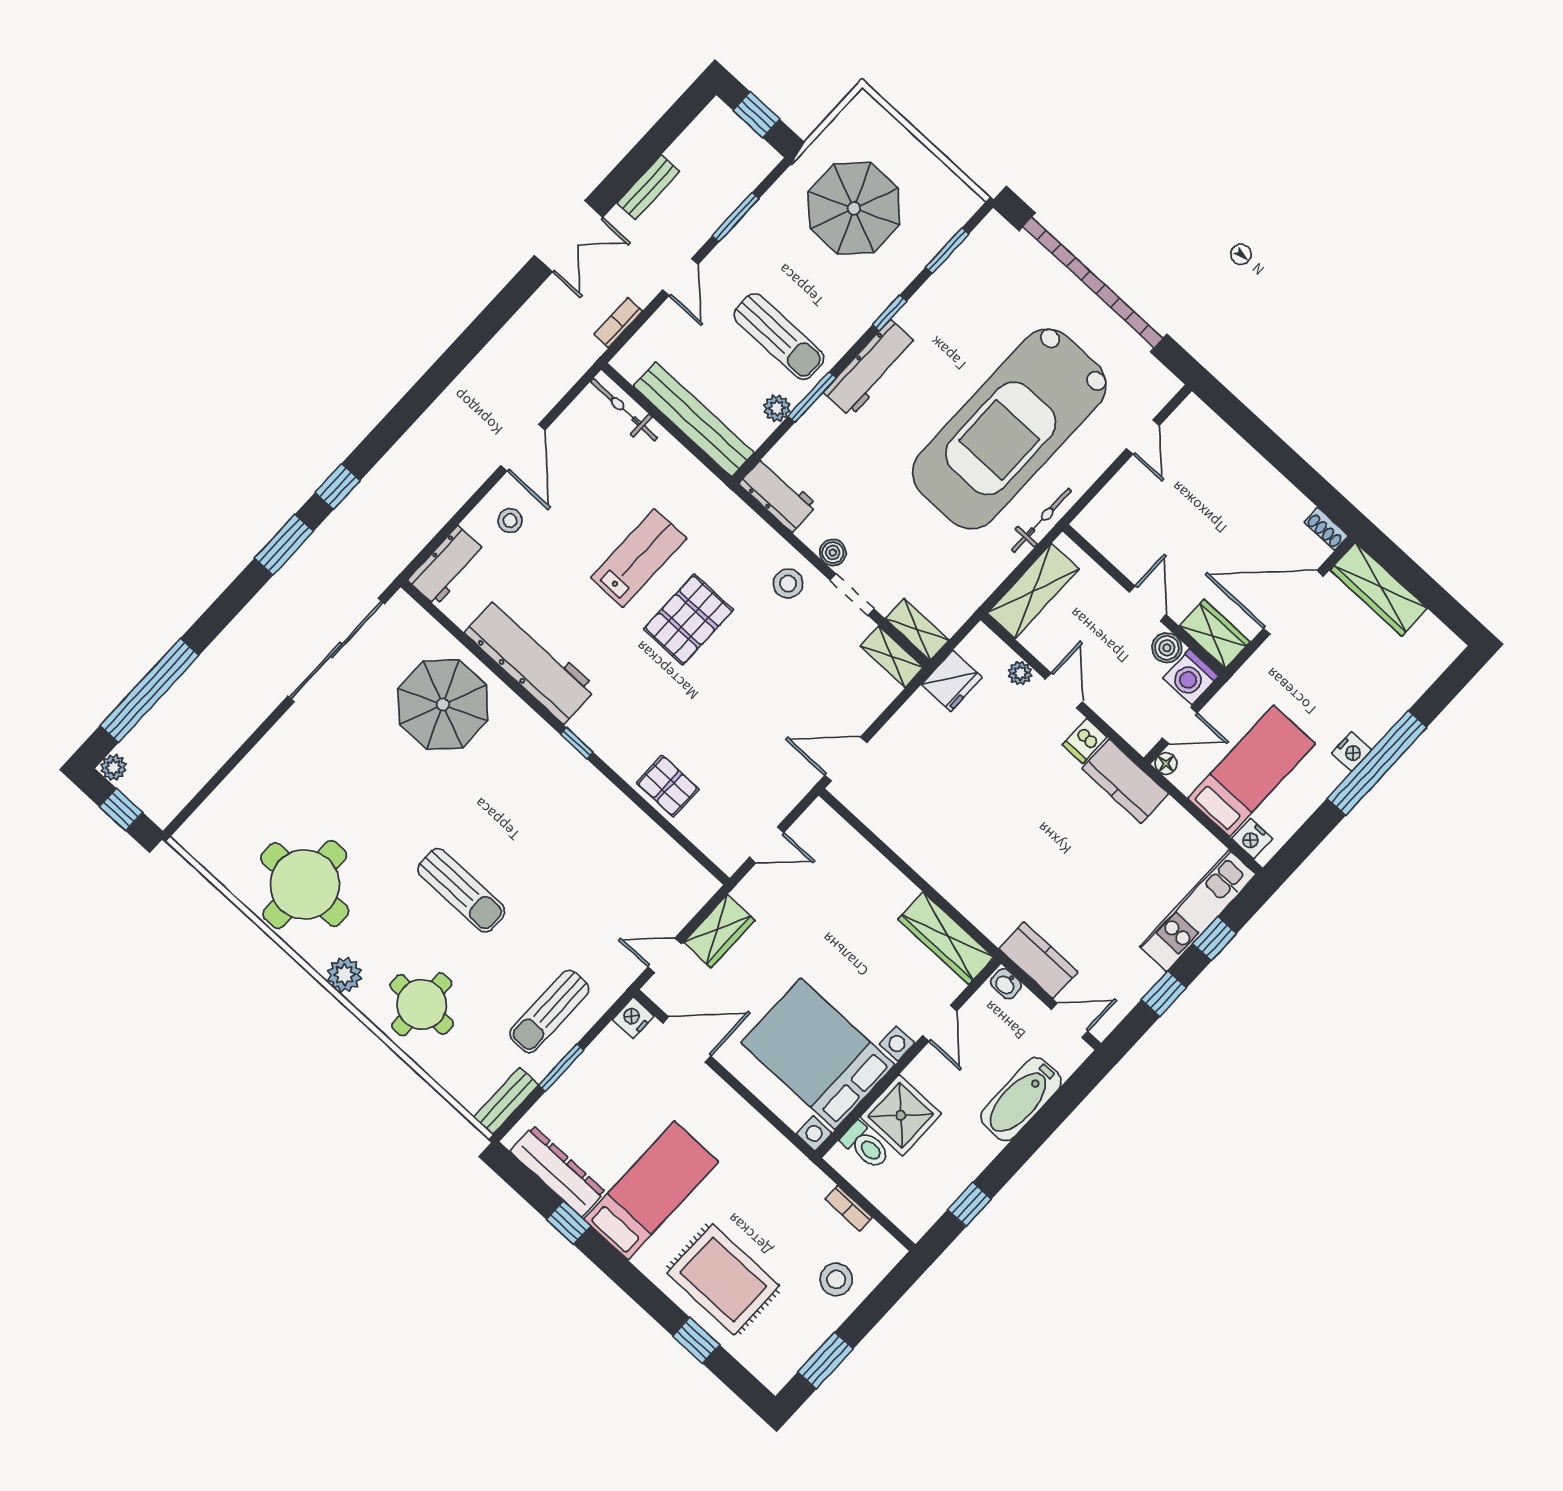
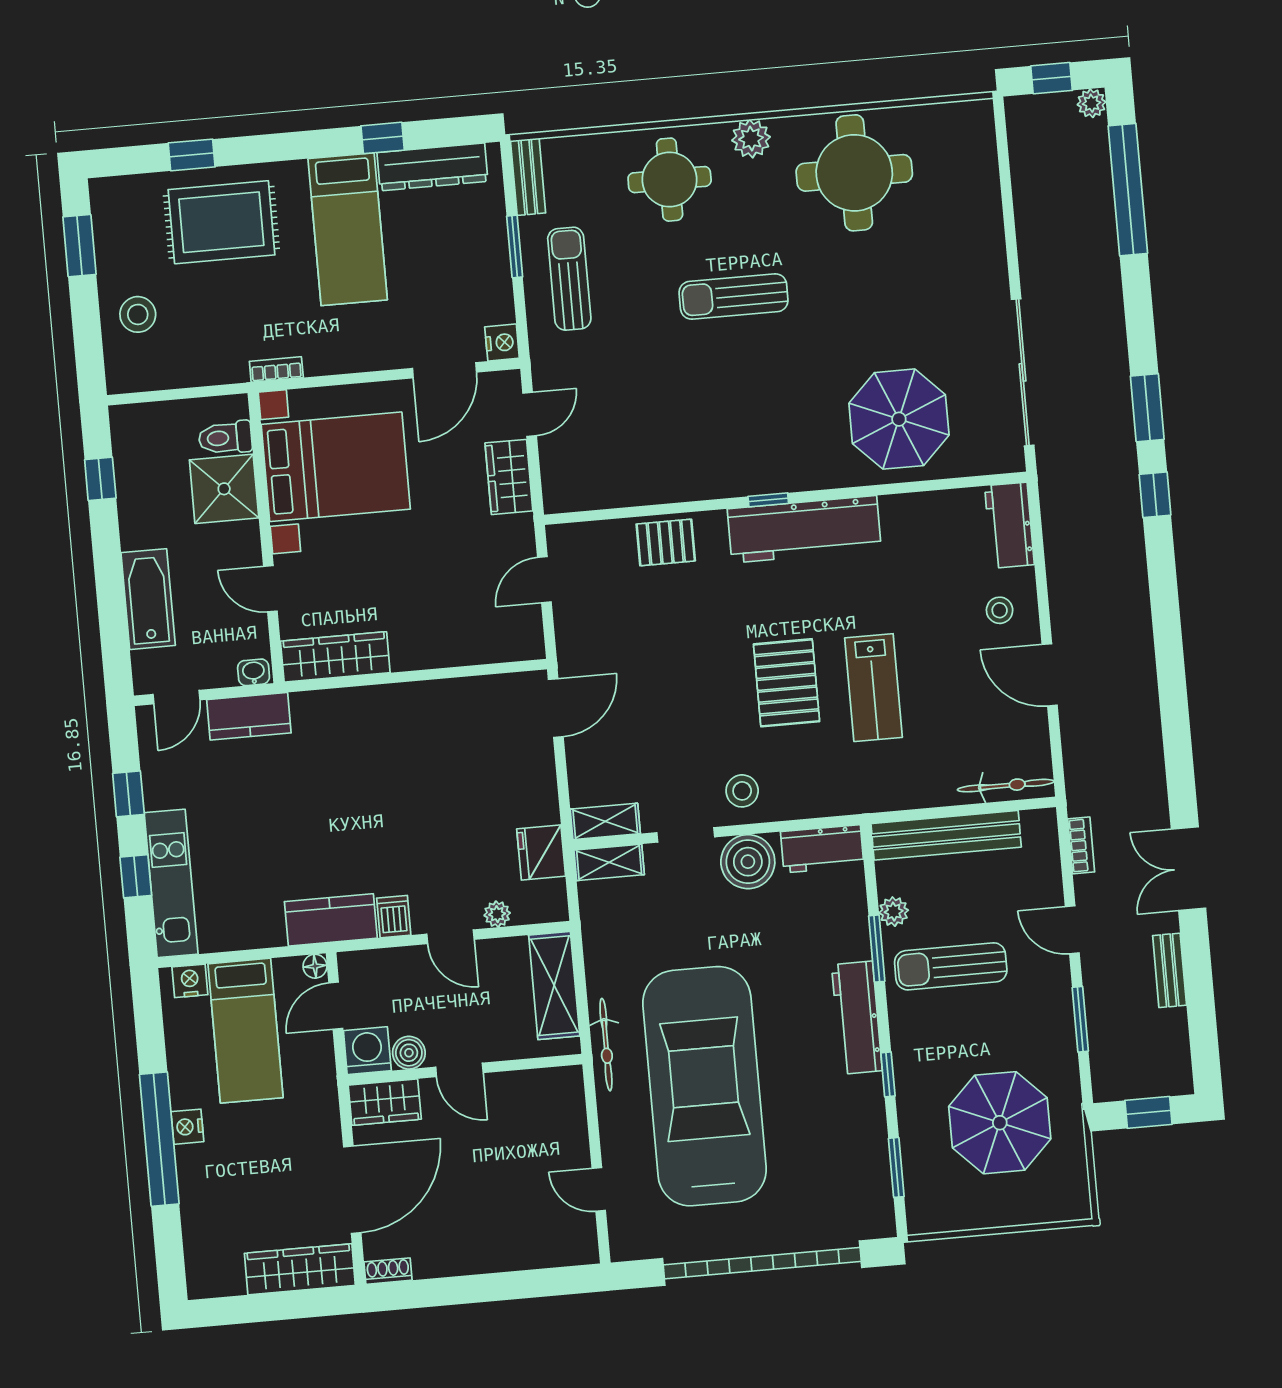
boiler: (833, 553) -> (748, 862), width x1.86, depth x1.86
workbench: (531, 660) -> (804, 529), moved
bookcase: (849, 1208) -> (276, 369), moved

